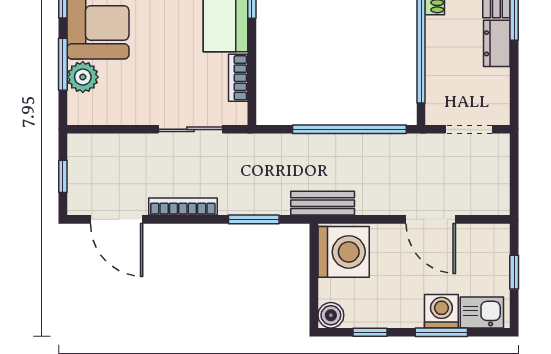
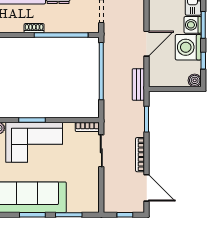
plant: (83, 77) -> (75, 205), removed
bookcase: (238, 78) -> (87, 127), moved
door: (117, 219) -> (147, 188), hinge flipped
door: (431, 219) -> (147, 44), moved
washing machine: (344, 252) -> (188, 47), moved, turned -90

